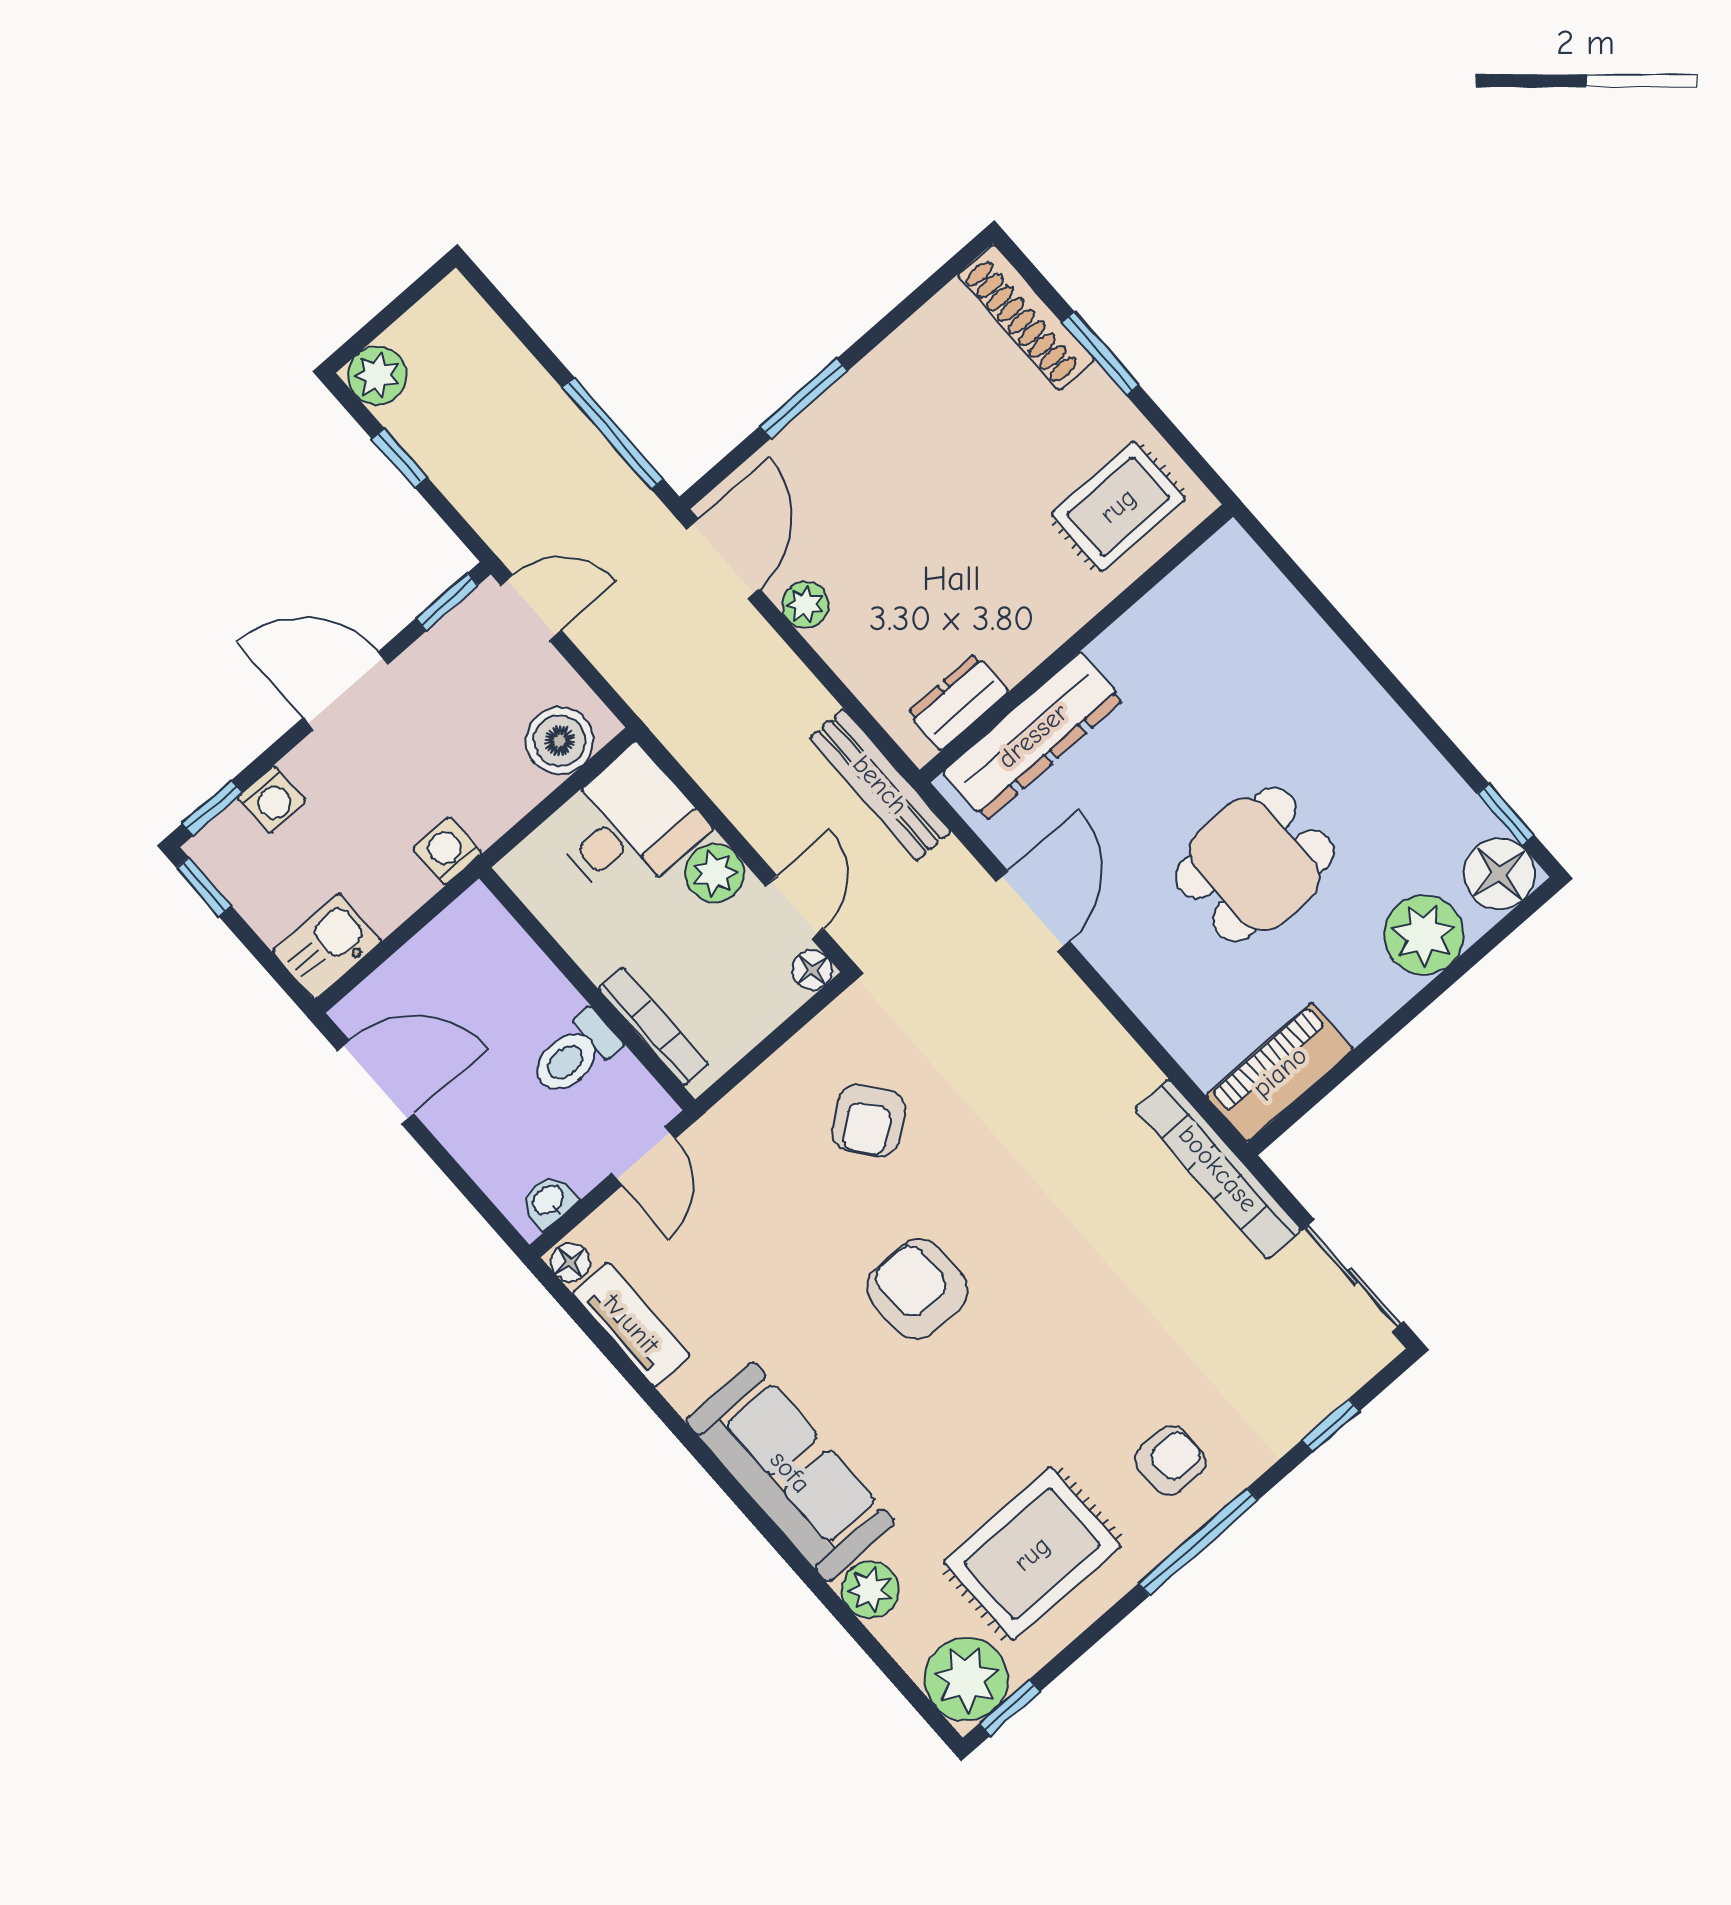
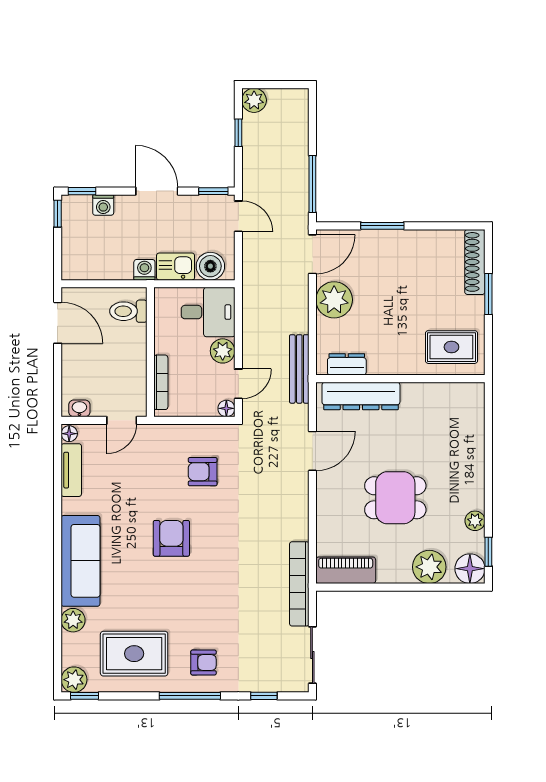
plant: (805, 605) -> (334, 300), width x1.88, depth x1.88
plant: (1433, 780) -> (475, 521), added
kitchen sink: (327, 946) -> (176, 267), moved
toilet: (575, 1054) -> (128, 311), moved
armchair: (869, 1121) -> (203, 472), turned 37
plant: (966, 1679) -> (74, 680), width x0.73, depth x0.73

